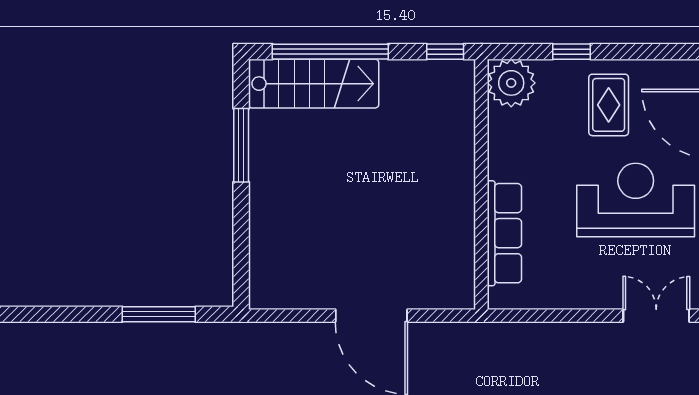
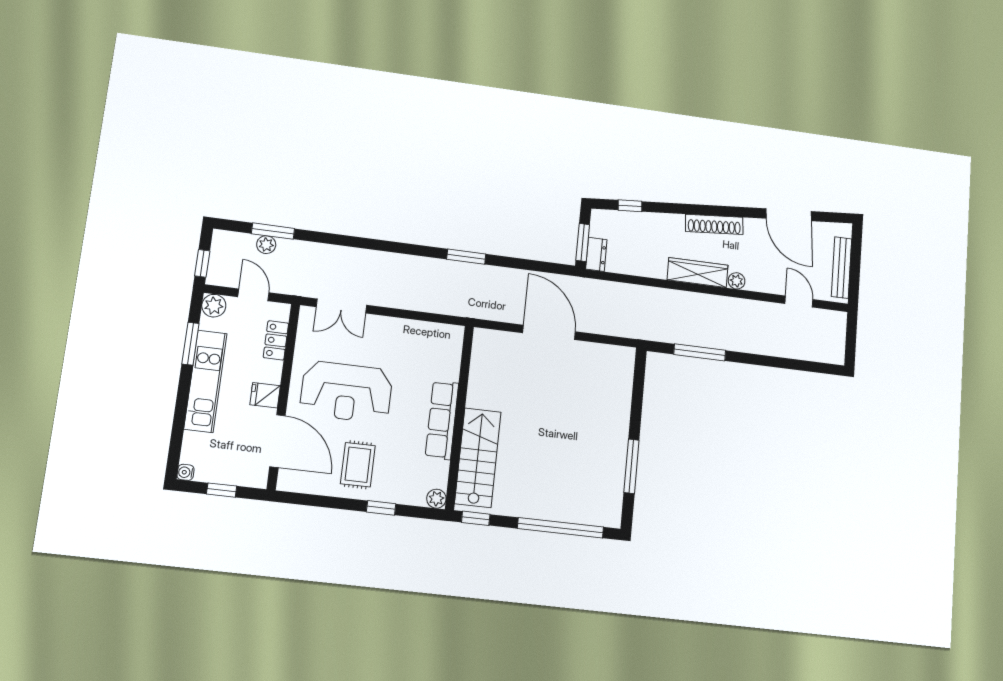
plant: (511, 83) -> (436, 499), width x0.53, depth x0.53
stairs: (314, 84) -> (478, 458), moved, turned 90
row of seats: (504, 233) -> (442, 420), moved

